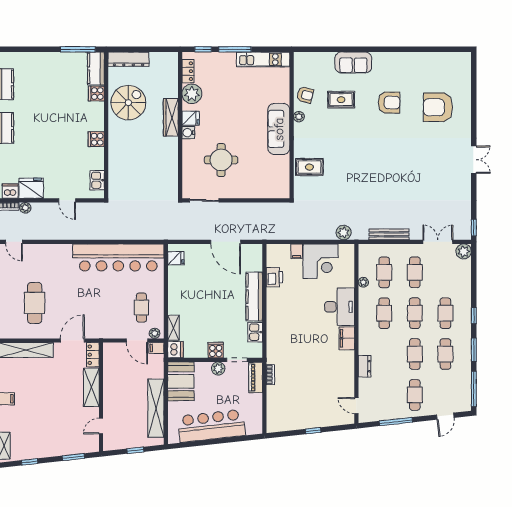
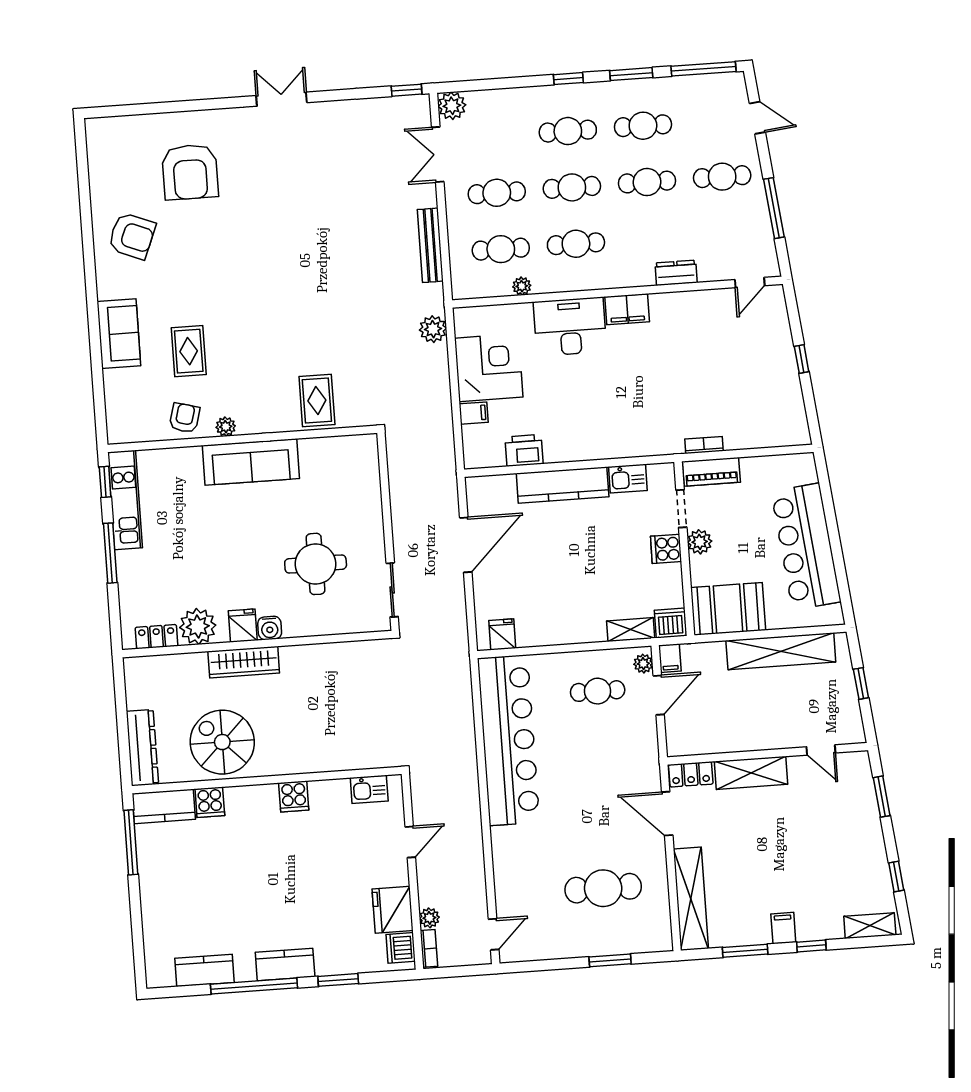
window: (203, 49) -> (105, 482), moved
armchair: (389, 103) -> (132, 236), moved, turned 112

